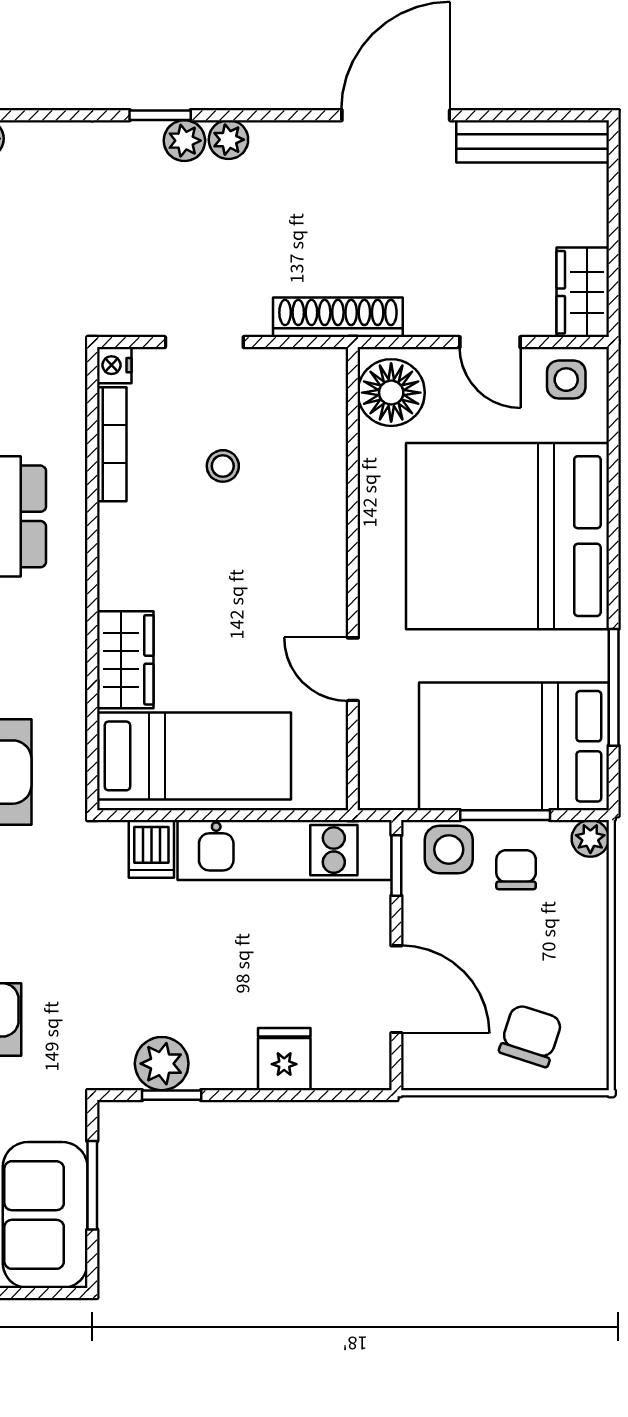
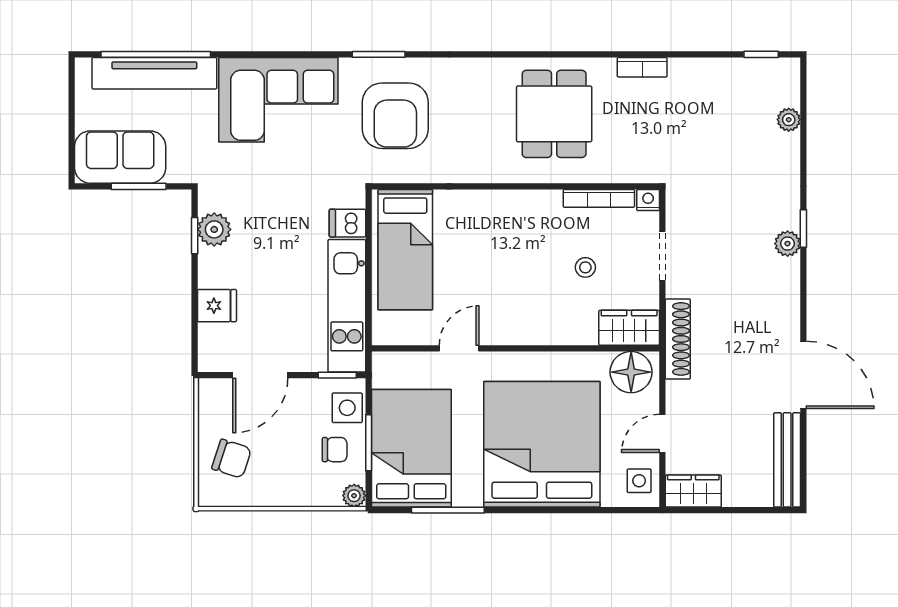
plant: (228, 140) -> (788, 271), removed
wardrobe: (125, 660) -> (629, 328), moved, turned 180

